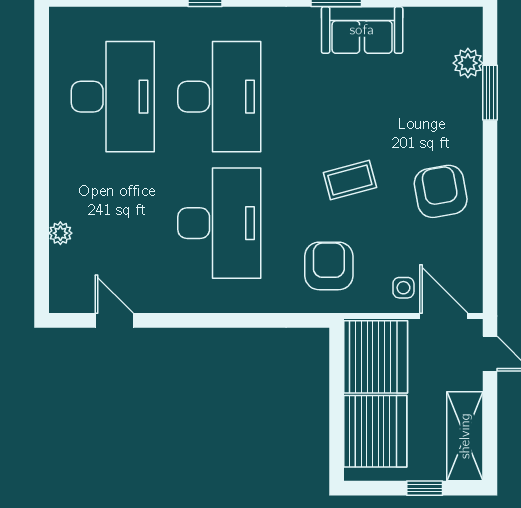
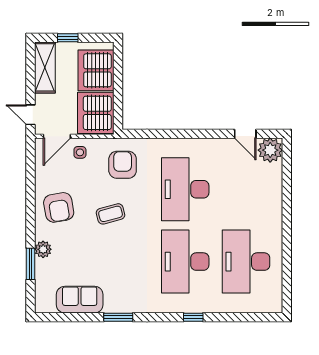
sofa: (362, 30) -> (80, 300), moved
plant: (468, 63) -> (43, 249), moved
plant: (60, 233) -> (270, 150), moved, width x1.87, depth x1.87
armchair: (329, 266) -> (123, 165), turned 180
door: (444, 316) -> (57, 136), hinge flipped

